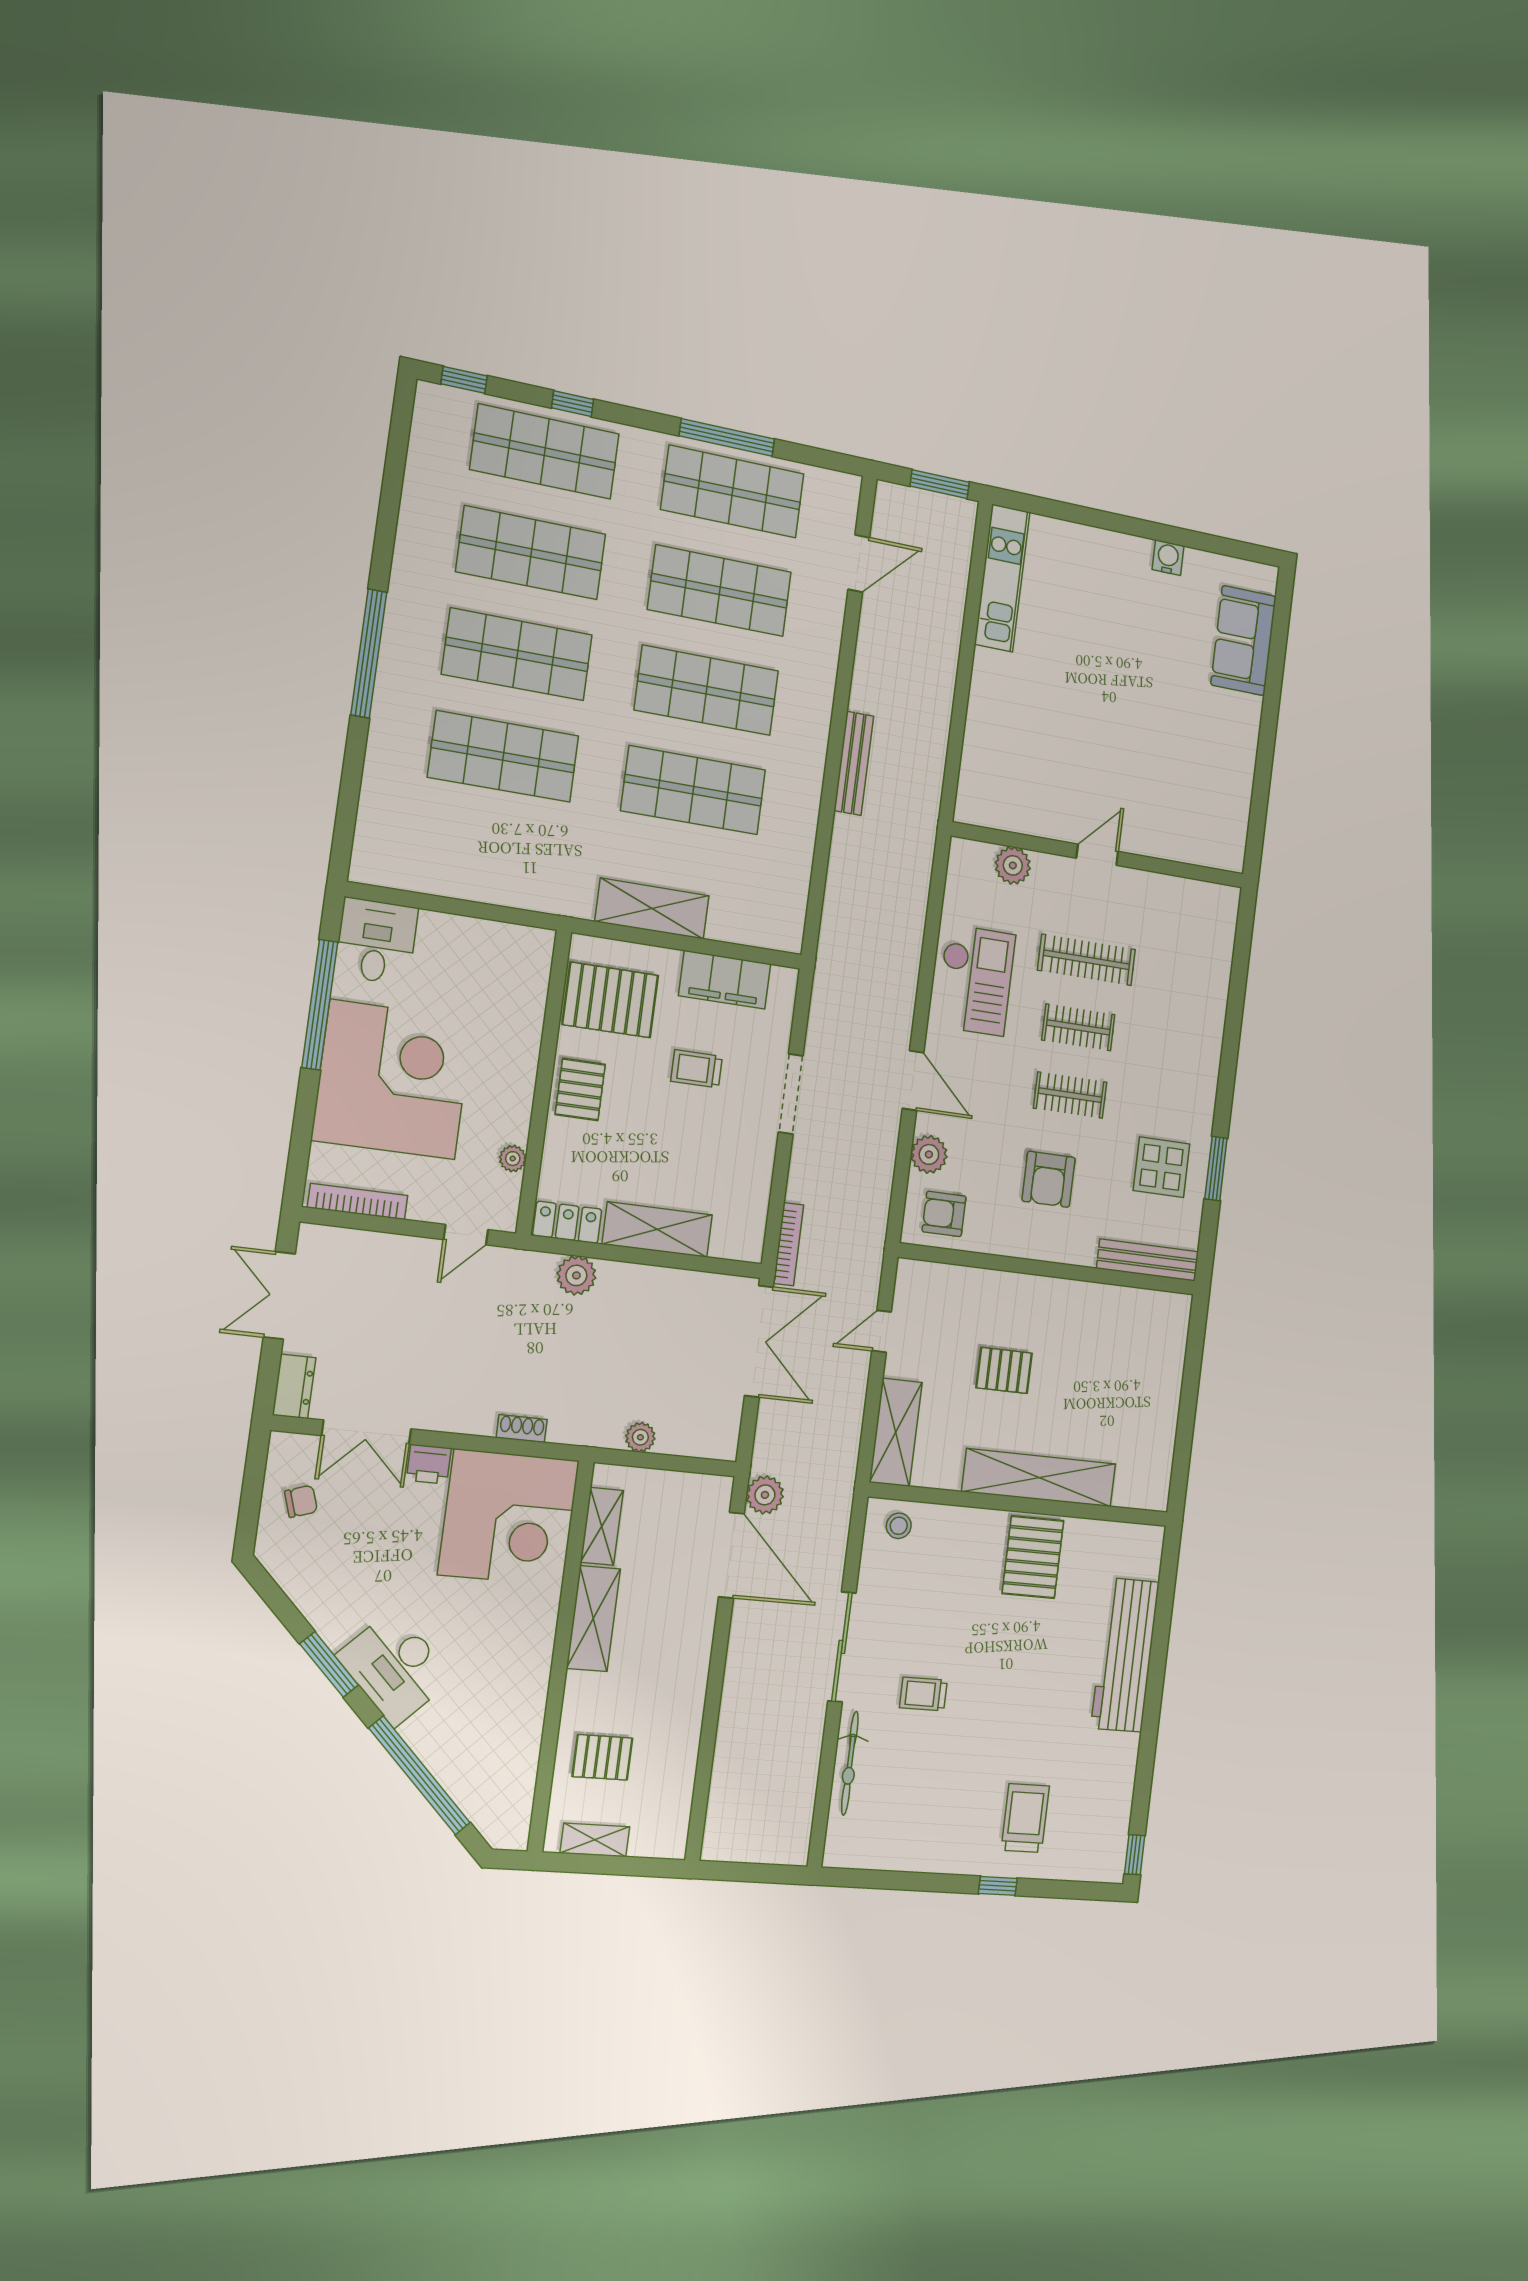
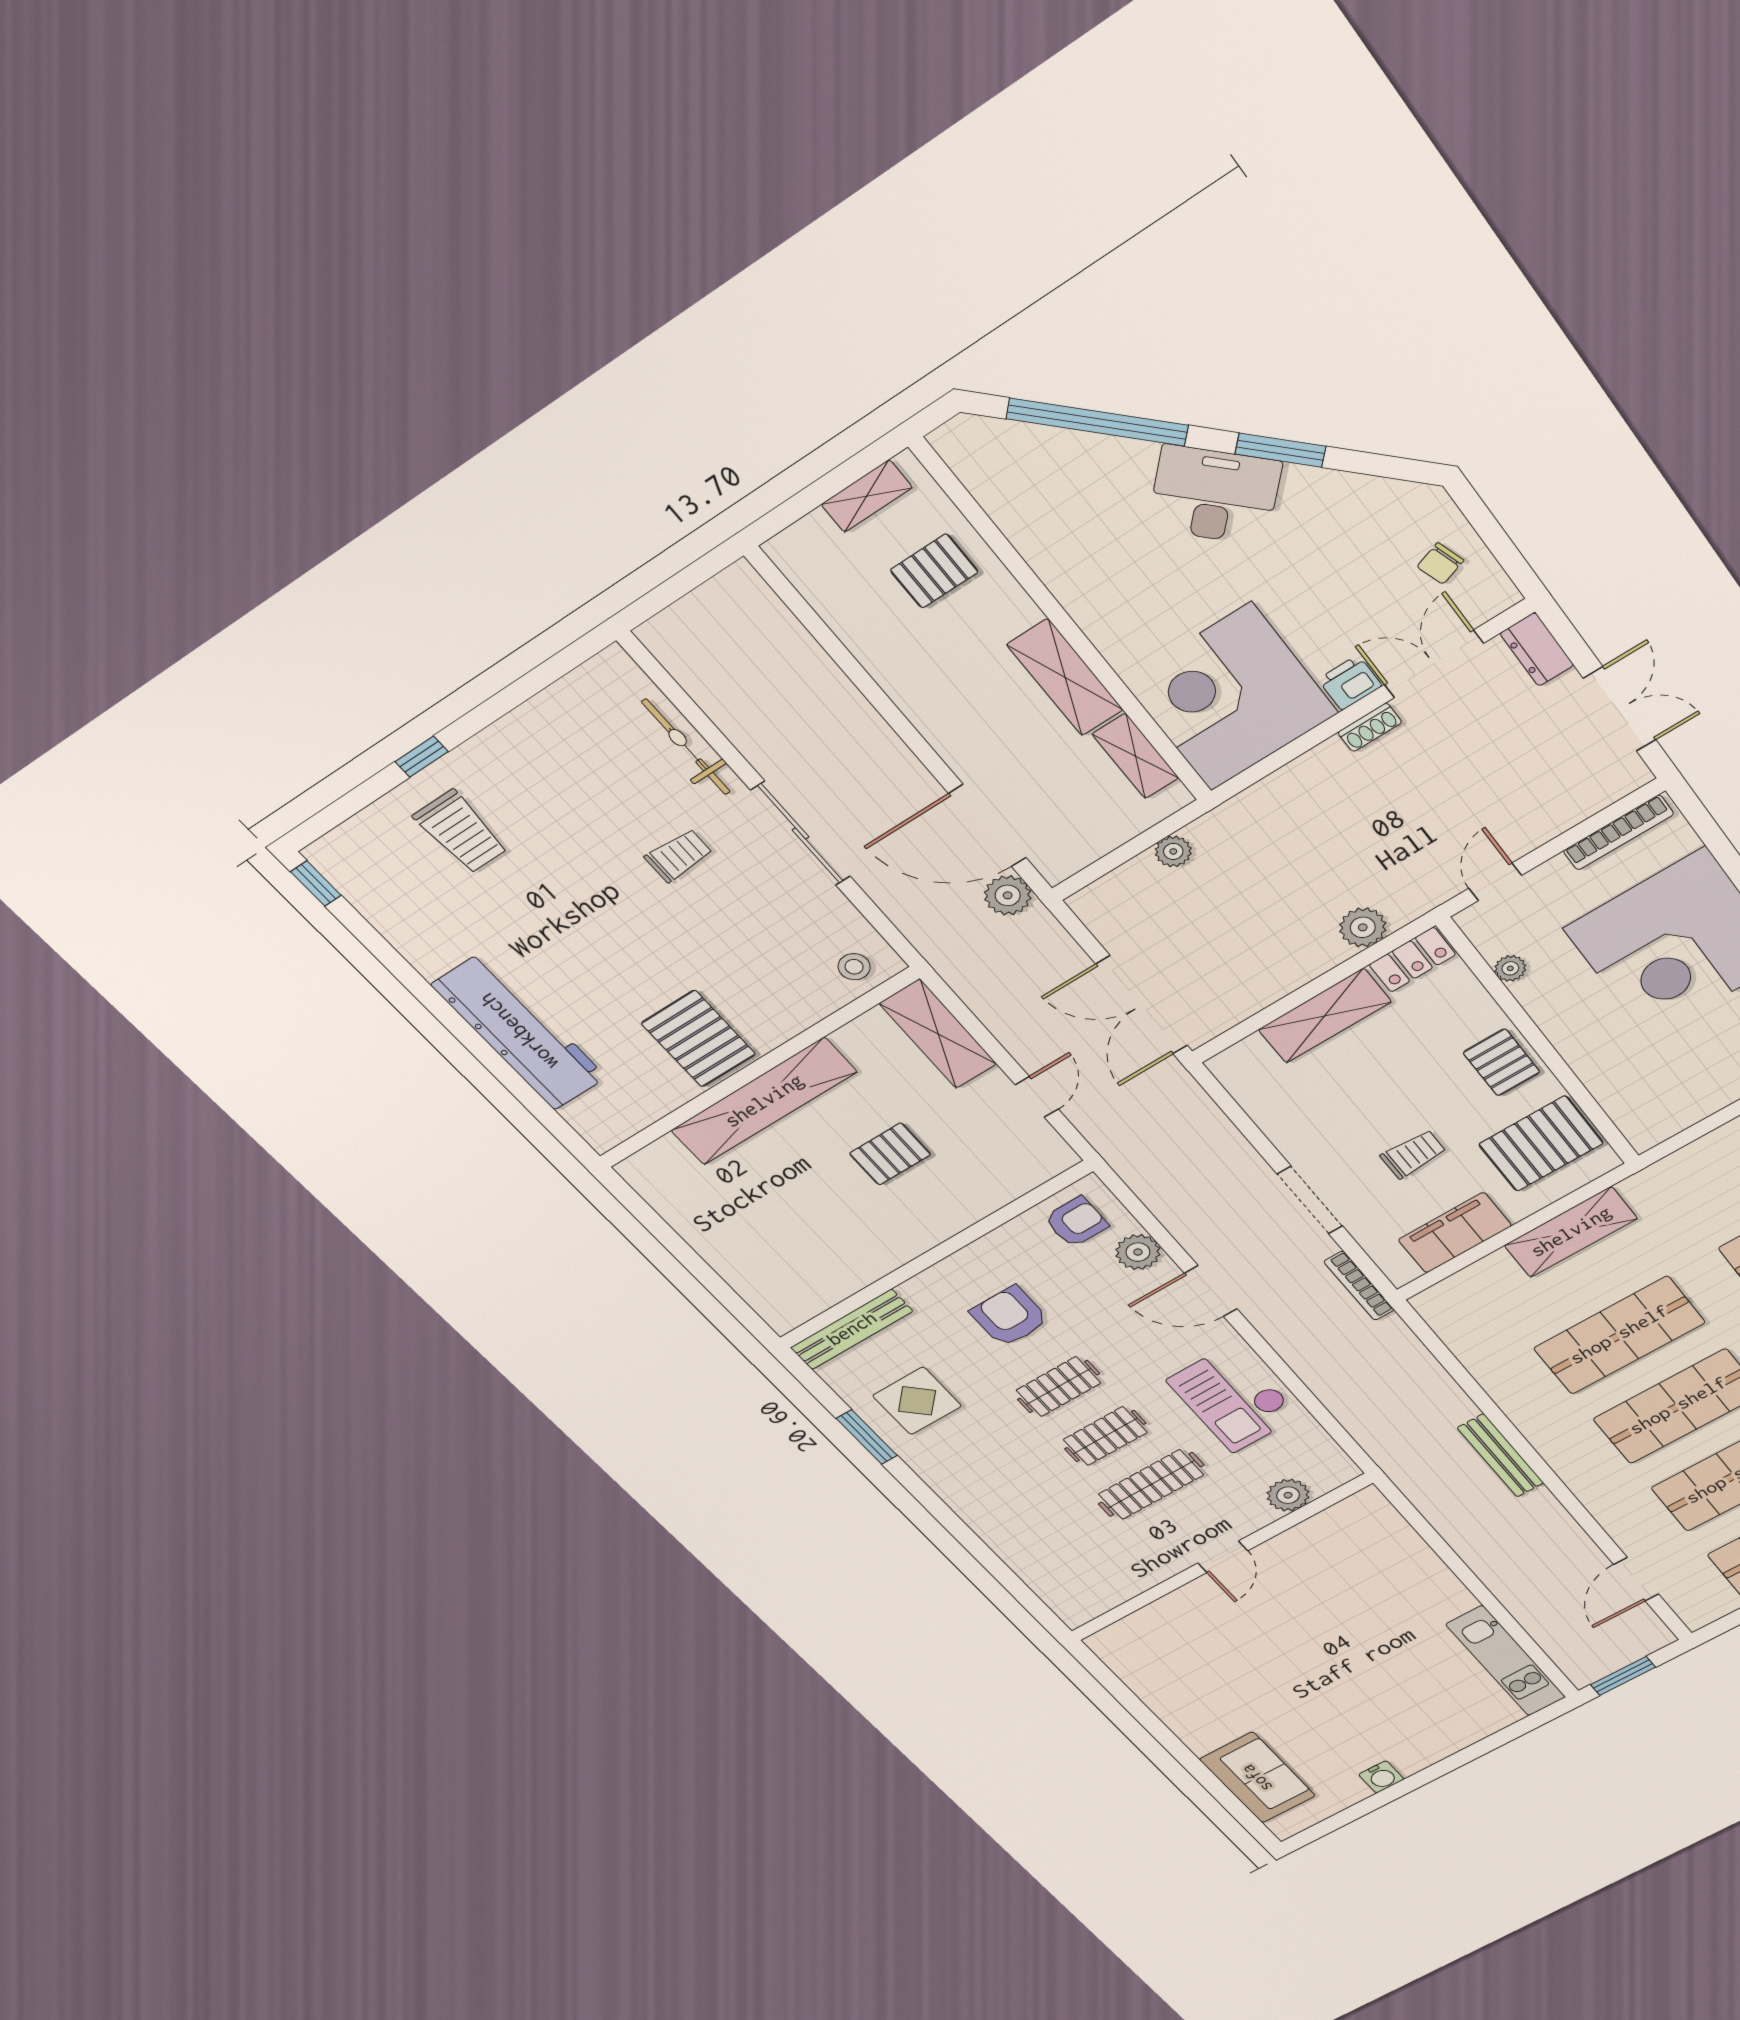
bookcase: (788, 1244) -> (1359, 1286), moved
shoe rack: (522, 1429) -> (1370, 727), moved

